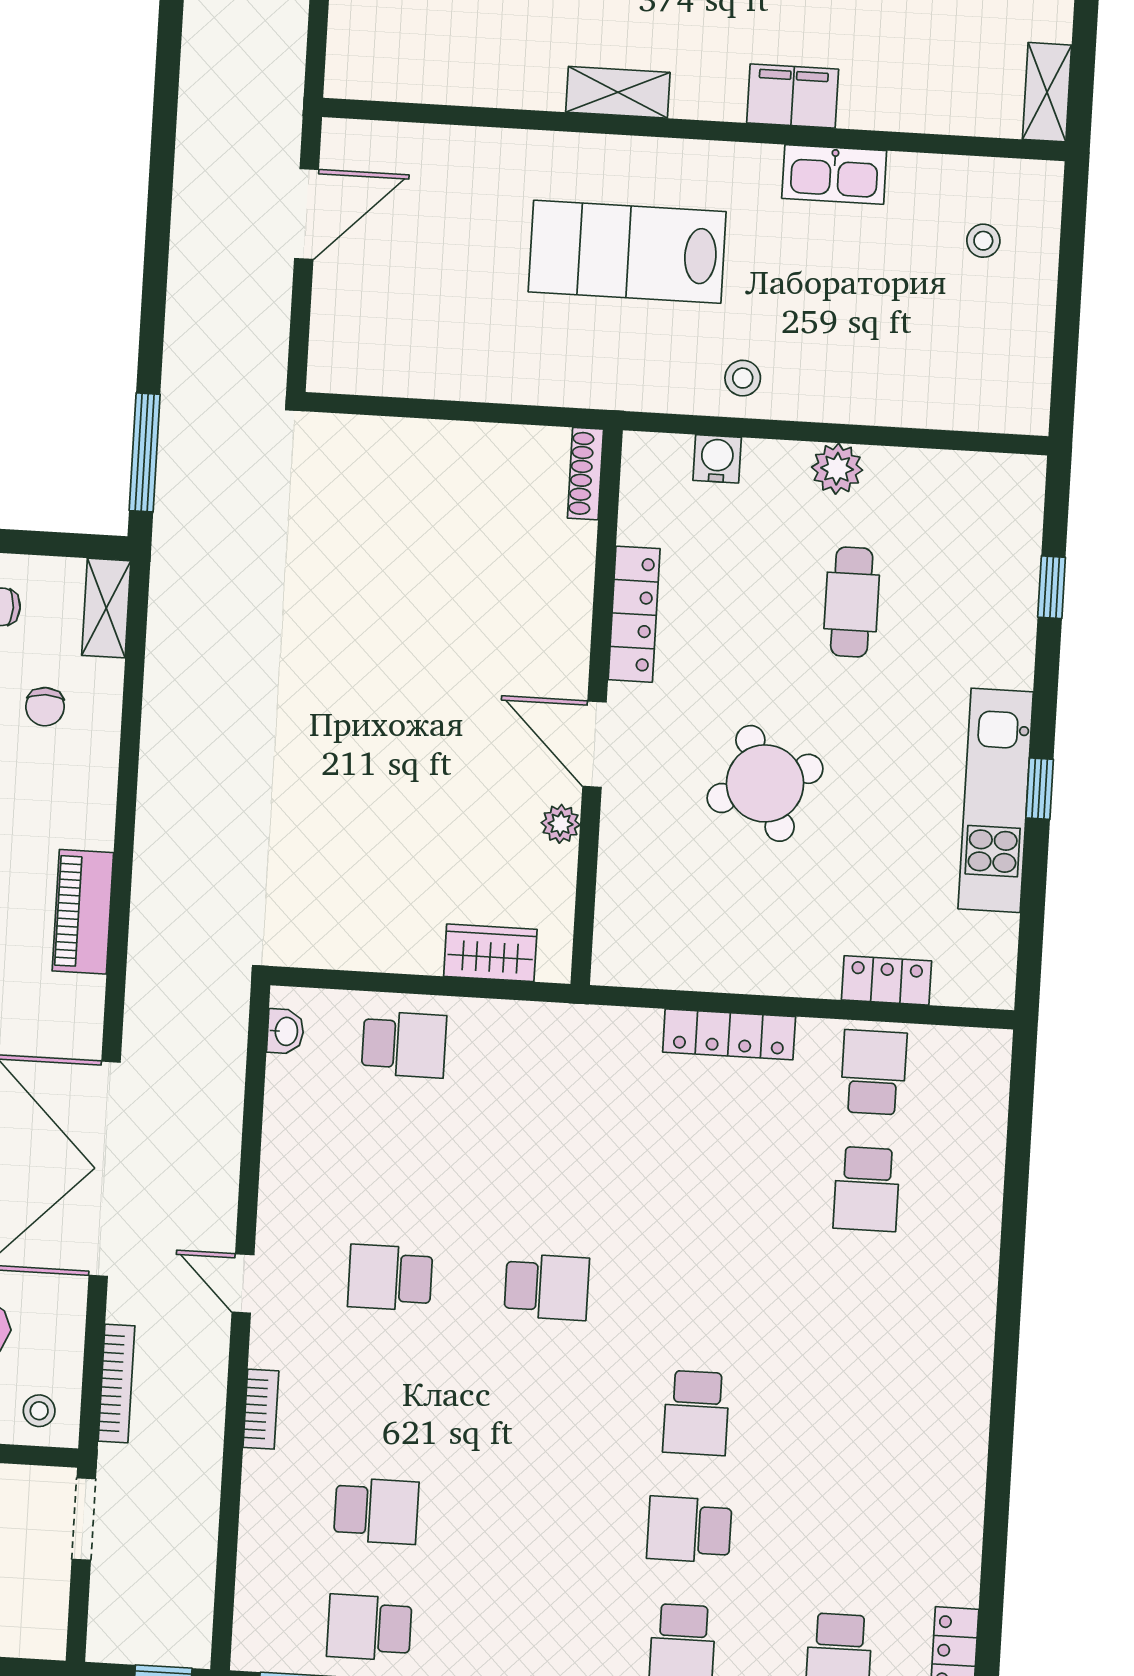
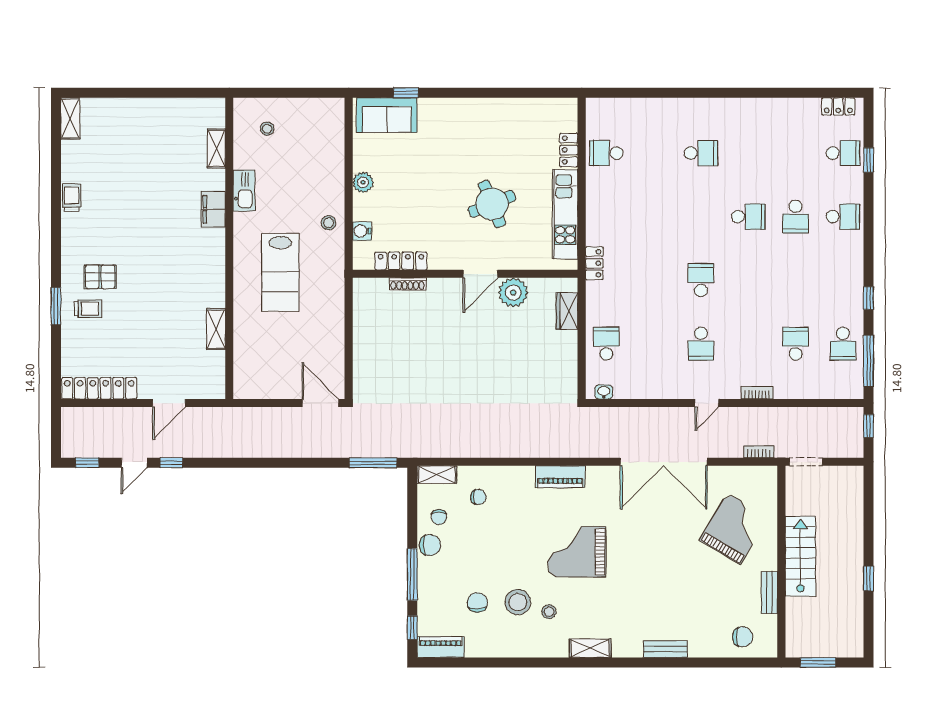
shelving: (618, 92) -> (216, 329), moved
shelving: (1047, 92) -> (216, 149), moved, turned 90
door: (306, 214) -> (320, 403), moved
shoe rack: (585, 474) -> (407, 284), moved
sofa: (999, 537) -> (387, 115), added
cafe table: (852, 602) -> (417, 173), removed
locker: (634, 614) -> (401, 261), moved
window: (1040, 789) -> (488, 93), removed
kitchen unit: (996, 800) -> (565, 214), moved, turned 90
plant: (561, 824) -> (513, 293), width x1.88, depth x1.88
locker: (729, 1034) -> (594, 263), moved, width x0.66
school desk: (867, 1189) -> (701, 153), moved
bookcase: (116, 1383) -> (759, 452), width x0.64
stool: (39, 1411) -> (763, 482), removed

